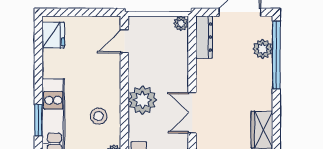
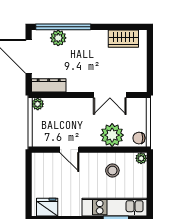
door: (124, 41) -> (69, 150), moved
plant: (142, 100) -> (112, 135), moved

